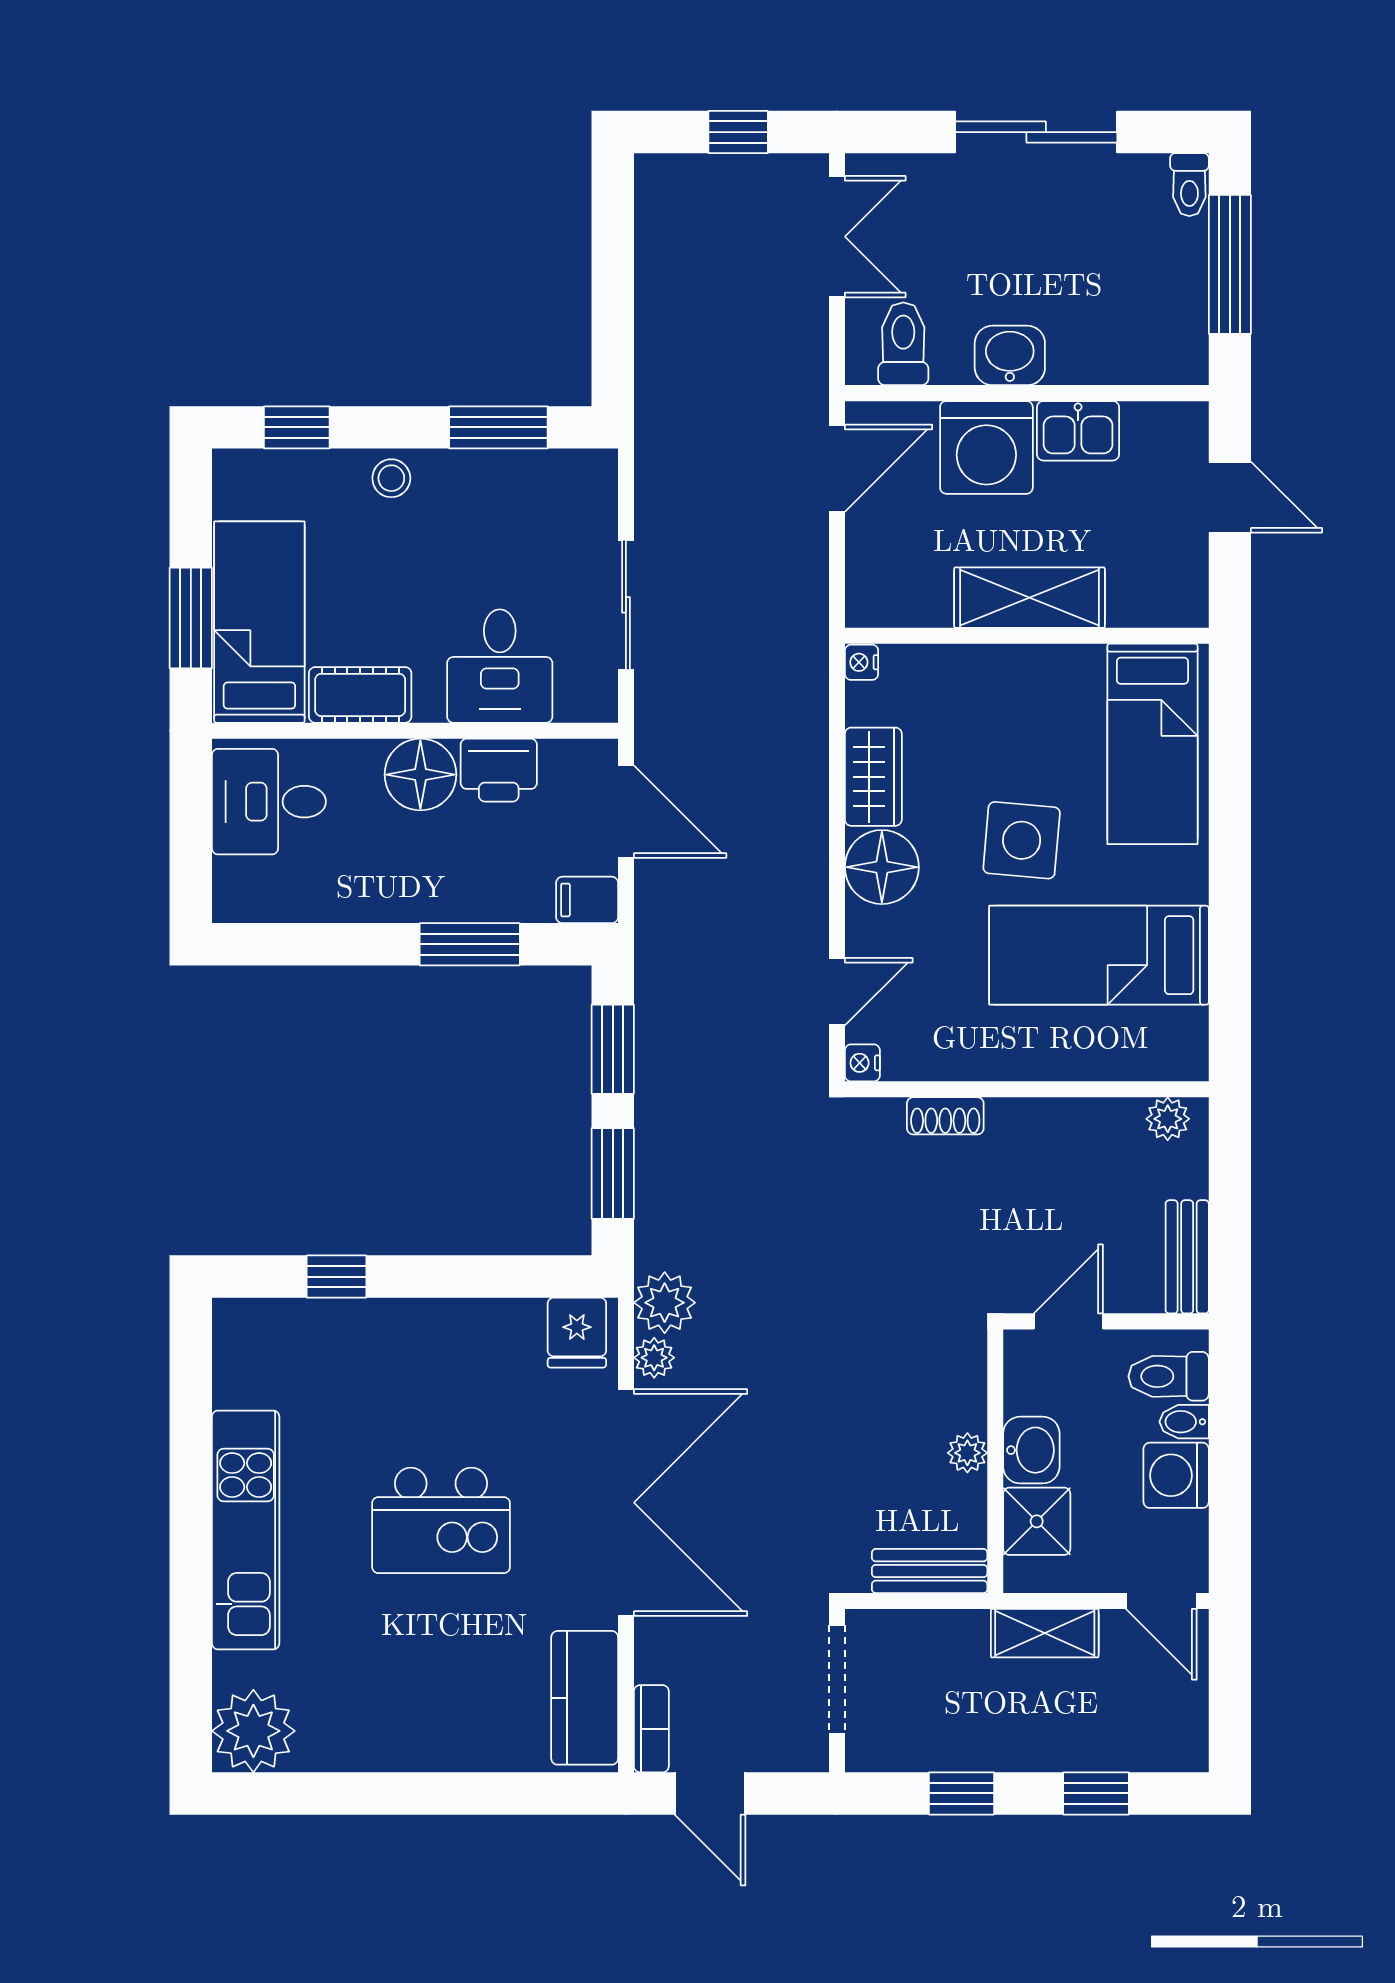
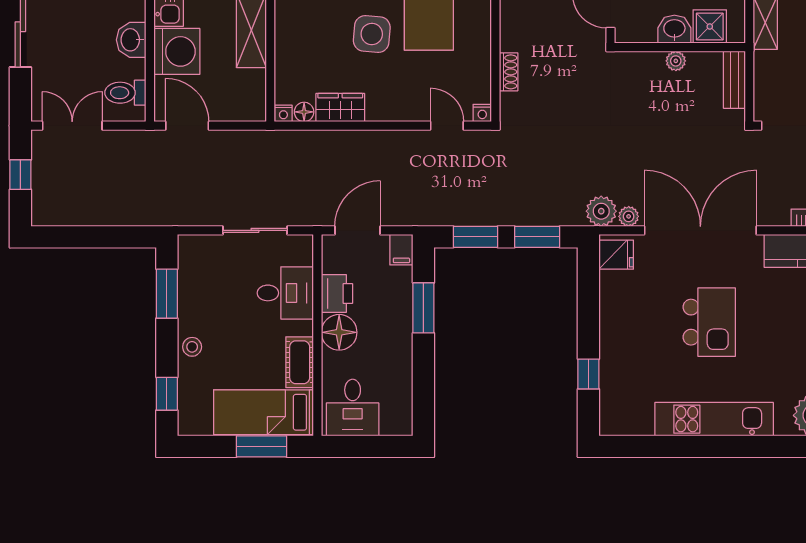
floor lamp: (882, 867) -> (304, 112), moved, width x0.53, depth x0.53

